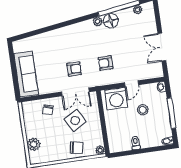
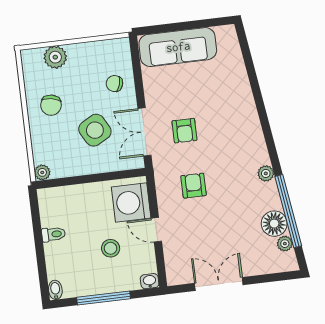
floor lamp: (111, 21) -> (274, 224), moved
chair: (76, 148) -> (51, 105), moved

